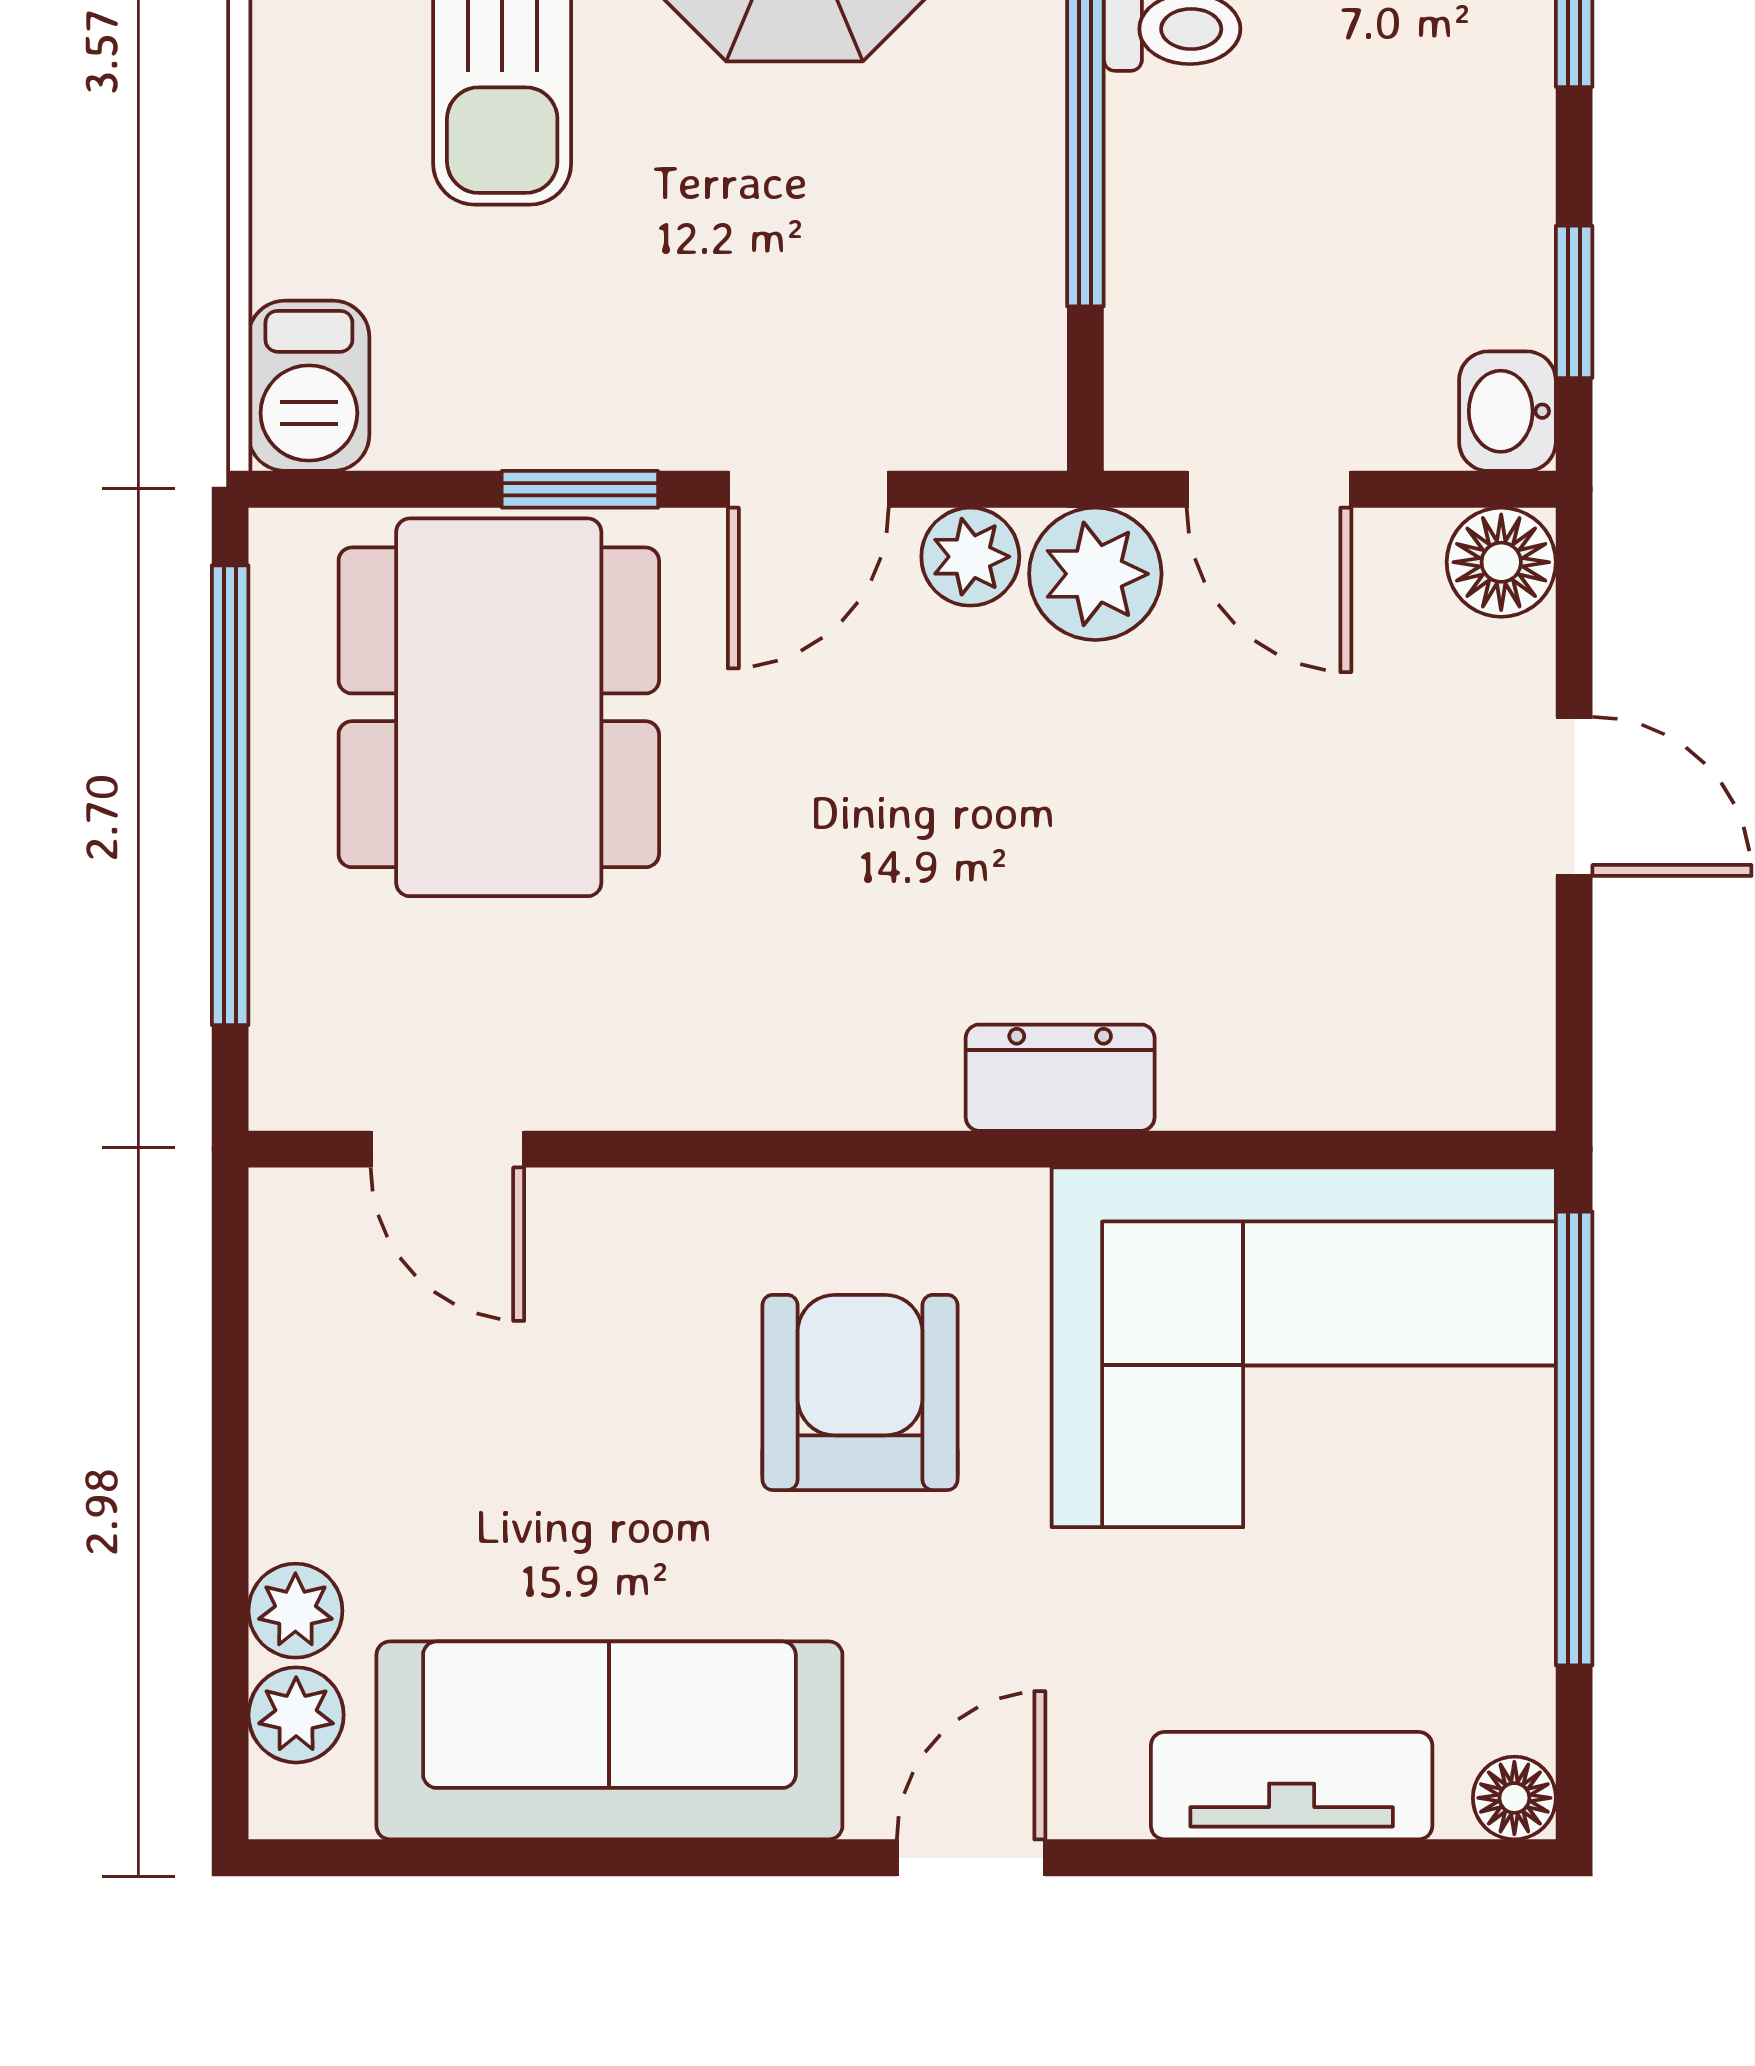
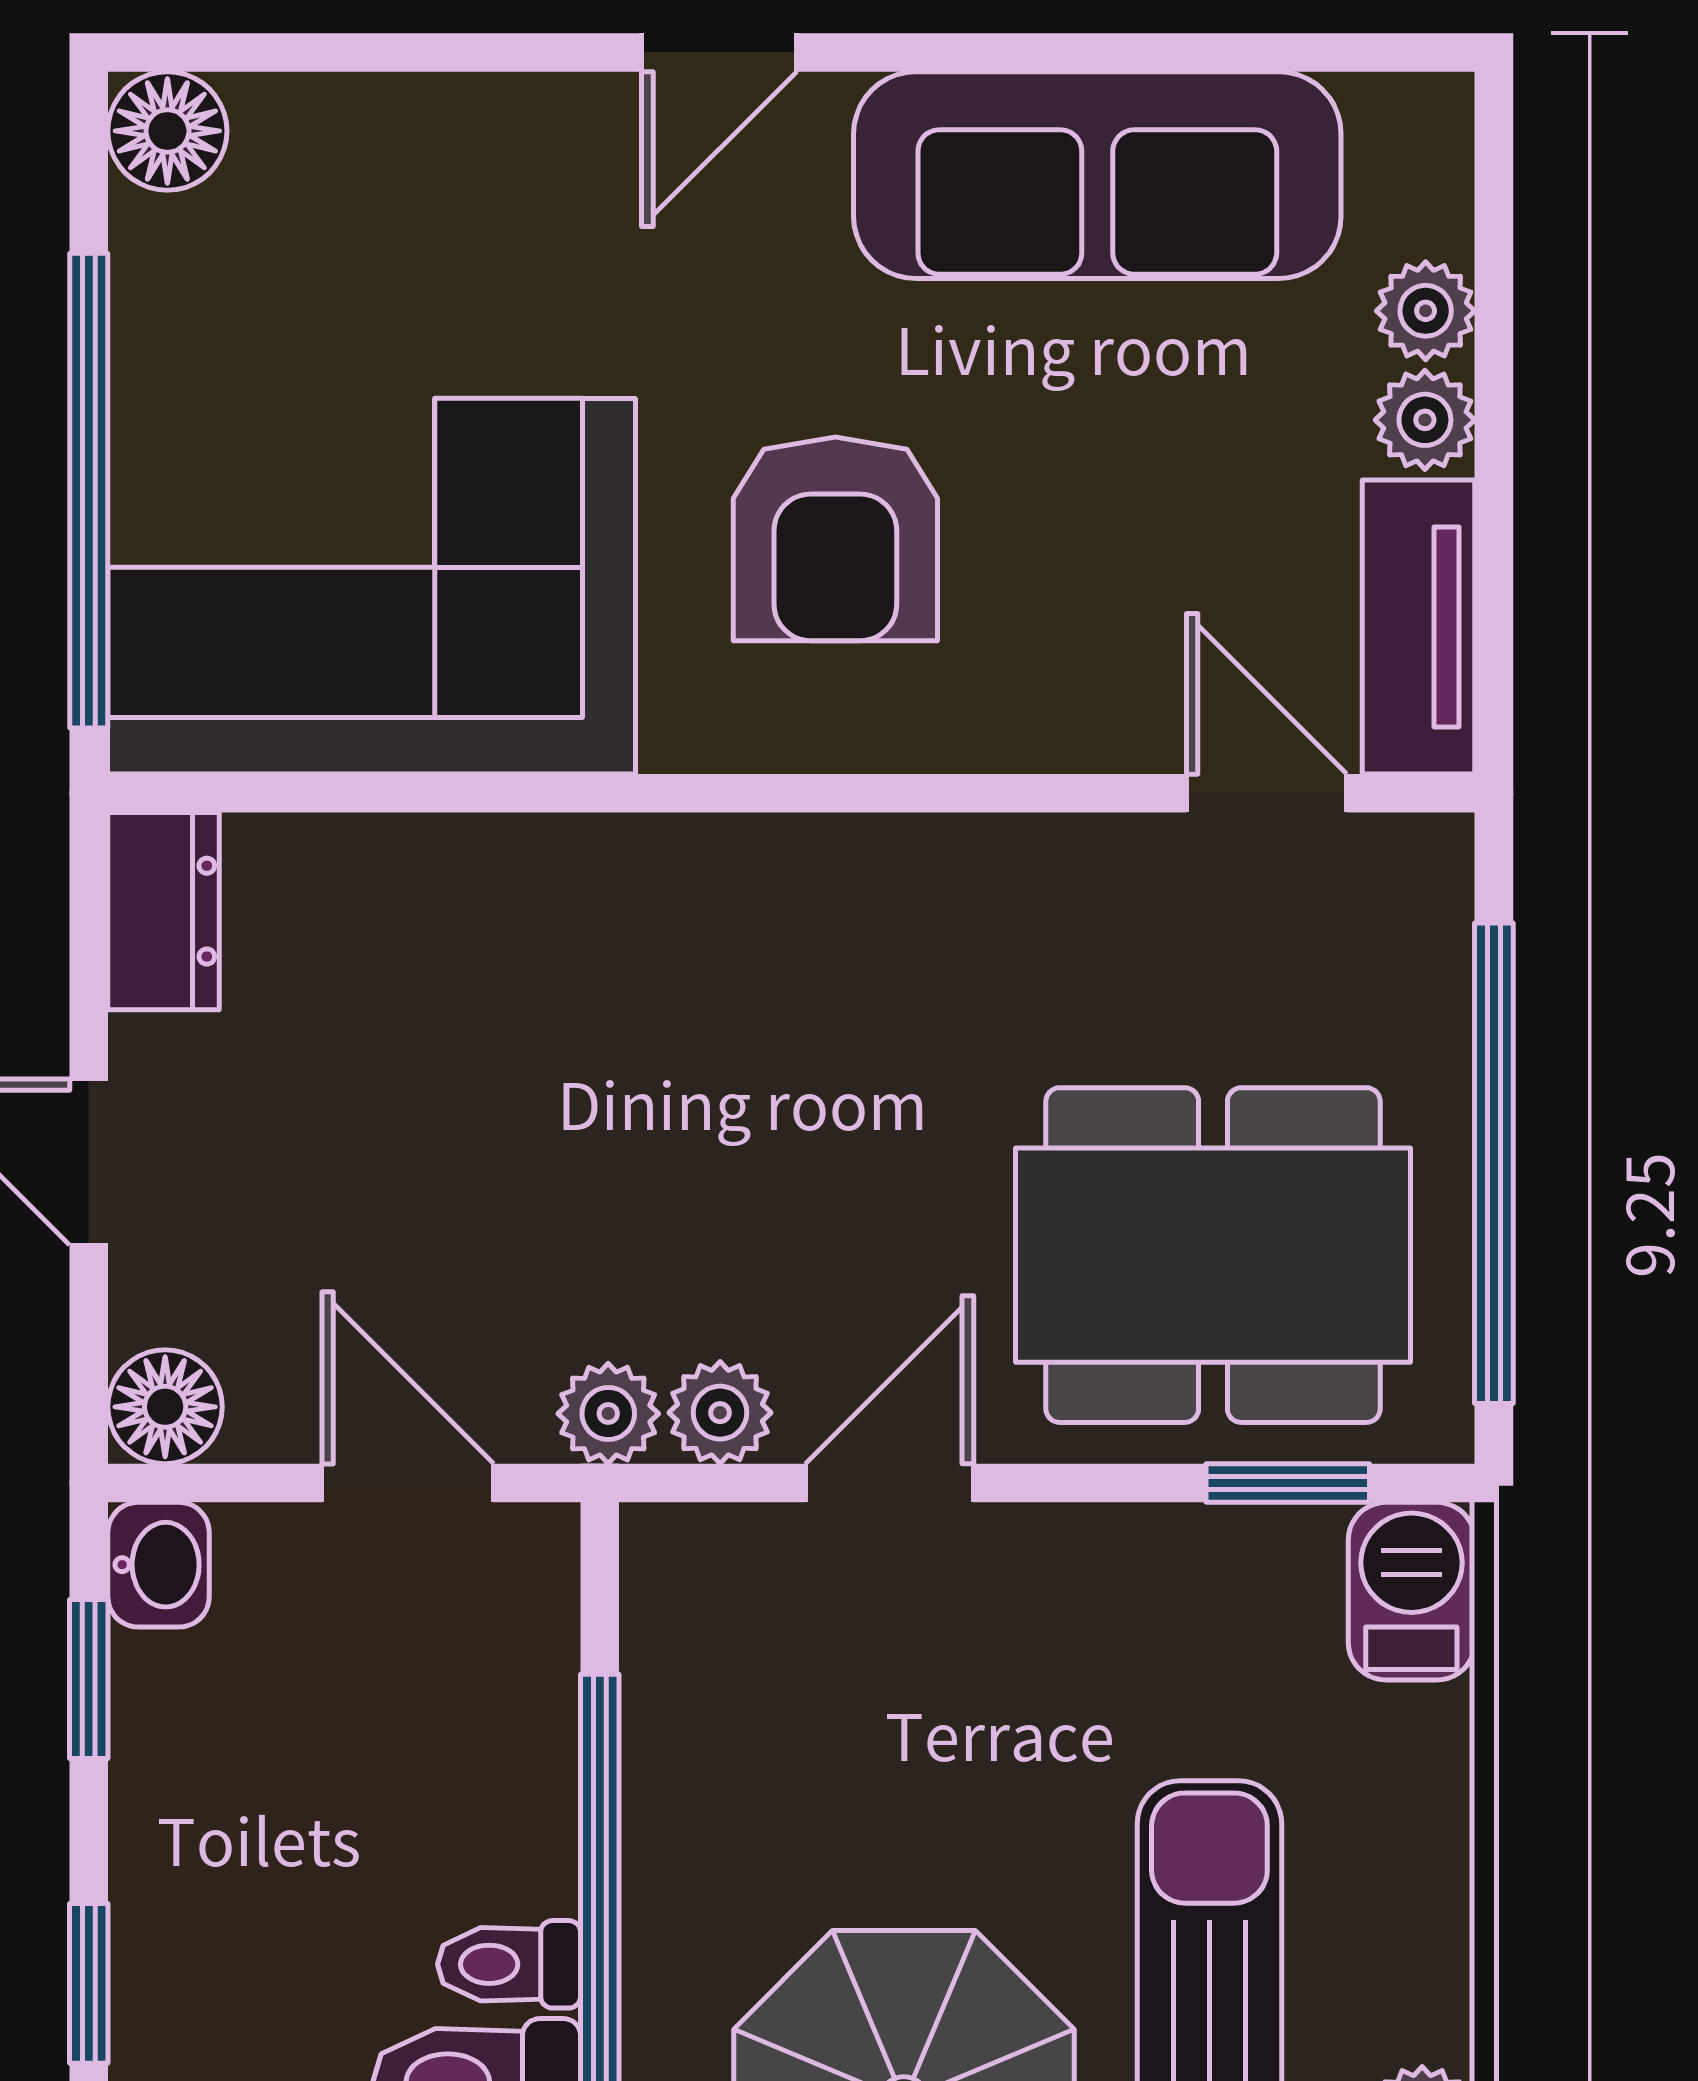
window: (580, 489) -> (1288, 1483), moved
plant: (1095, 574) -> (608, 1414), width x0.73, depth x0.73
dining table: (499, 707) -> (1213, 1255), turned 90
dresser: (1060, 1078) -> (164, 911), moved, turned -90
plant: (296, 1715) -> (1425, 420), moved
tv unit: (1292, 1786) -> (1419, 627), moved, turned 90
floor lamp: (1514, 1798) -> (167, 131), width x1.37, depth x1.37

